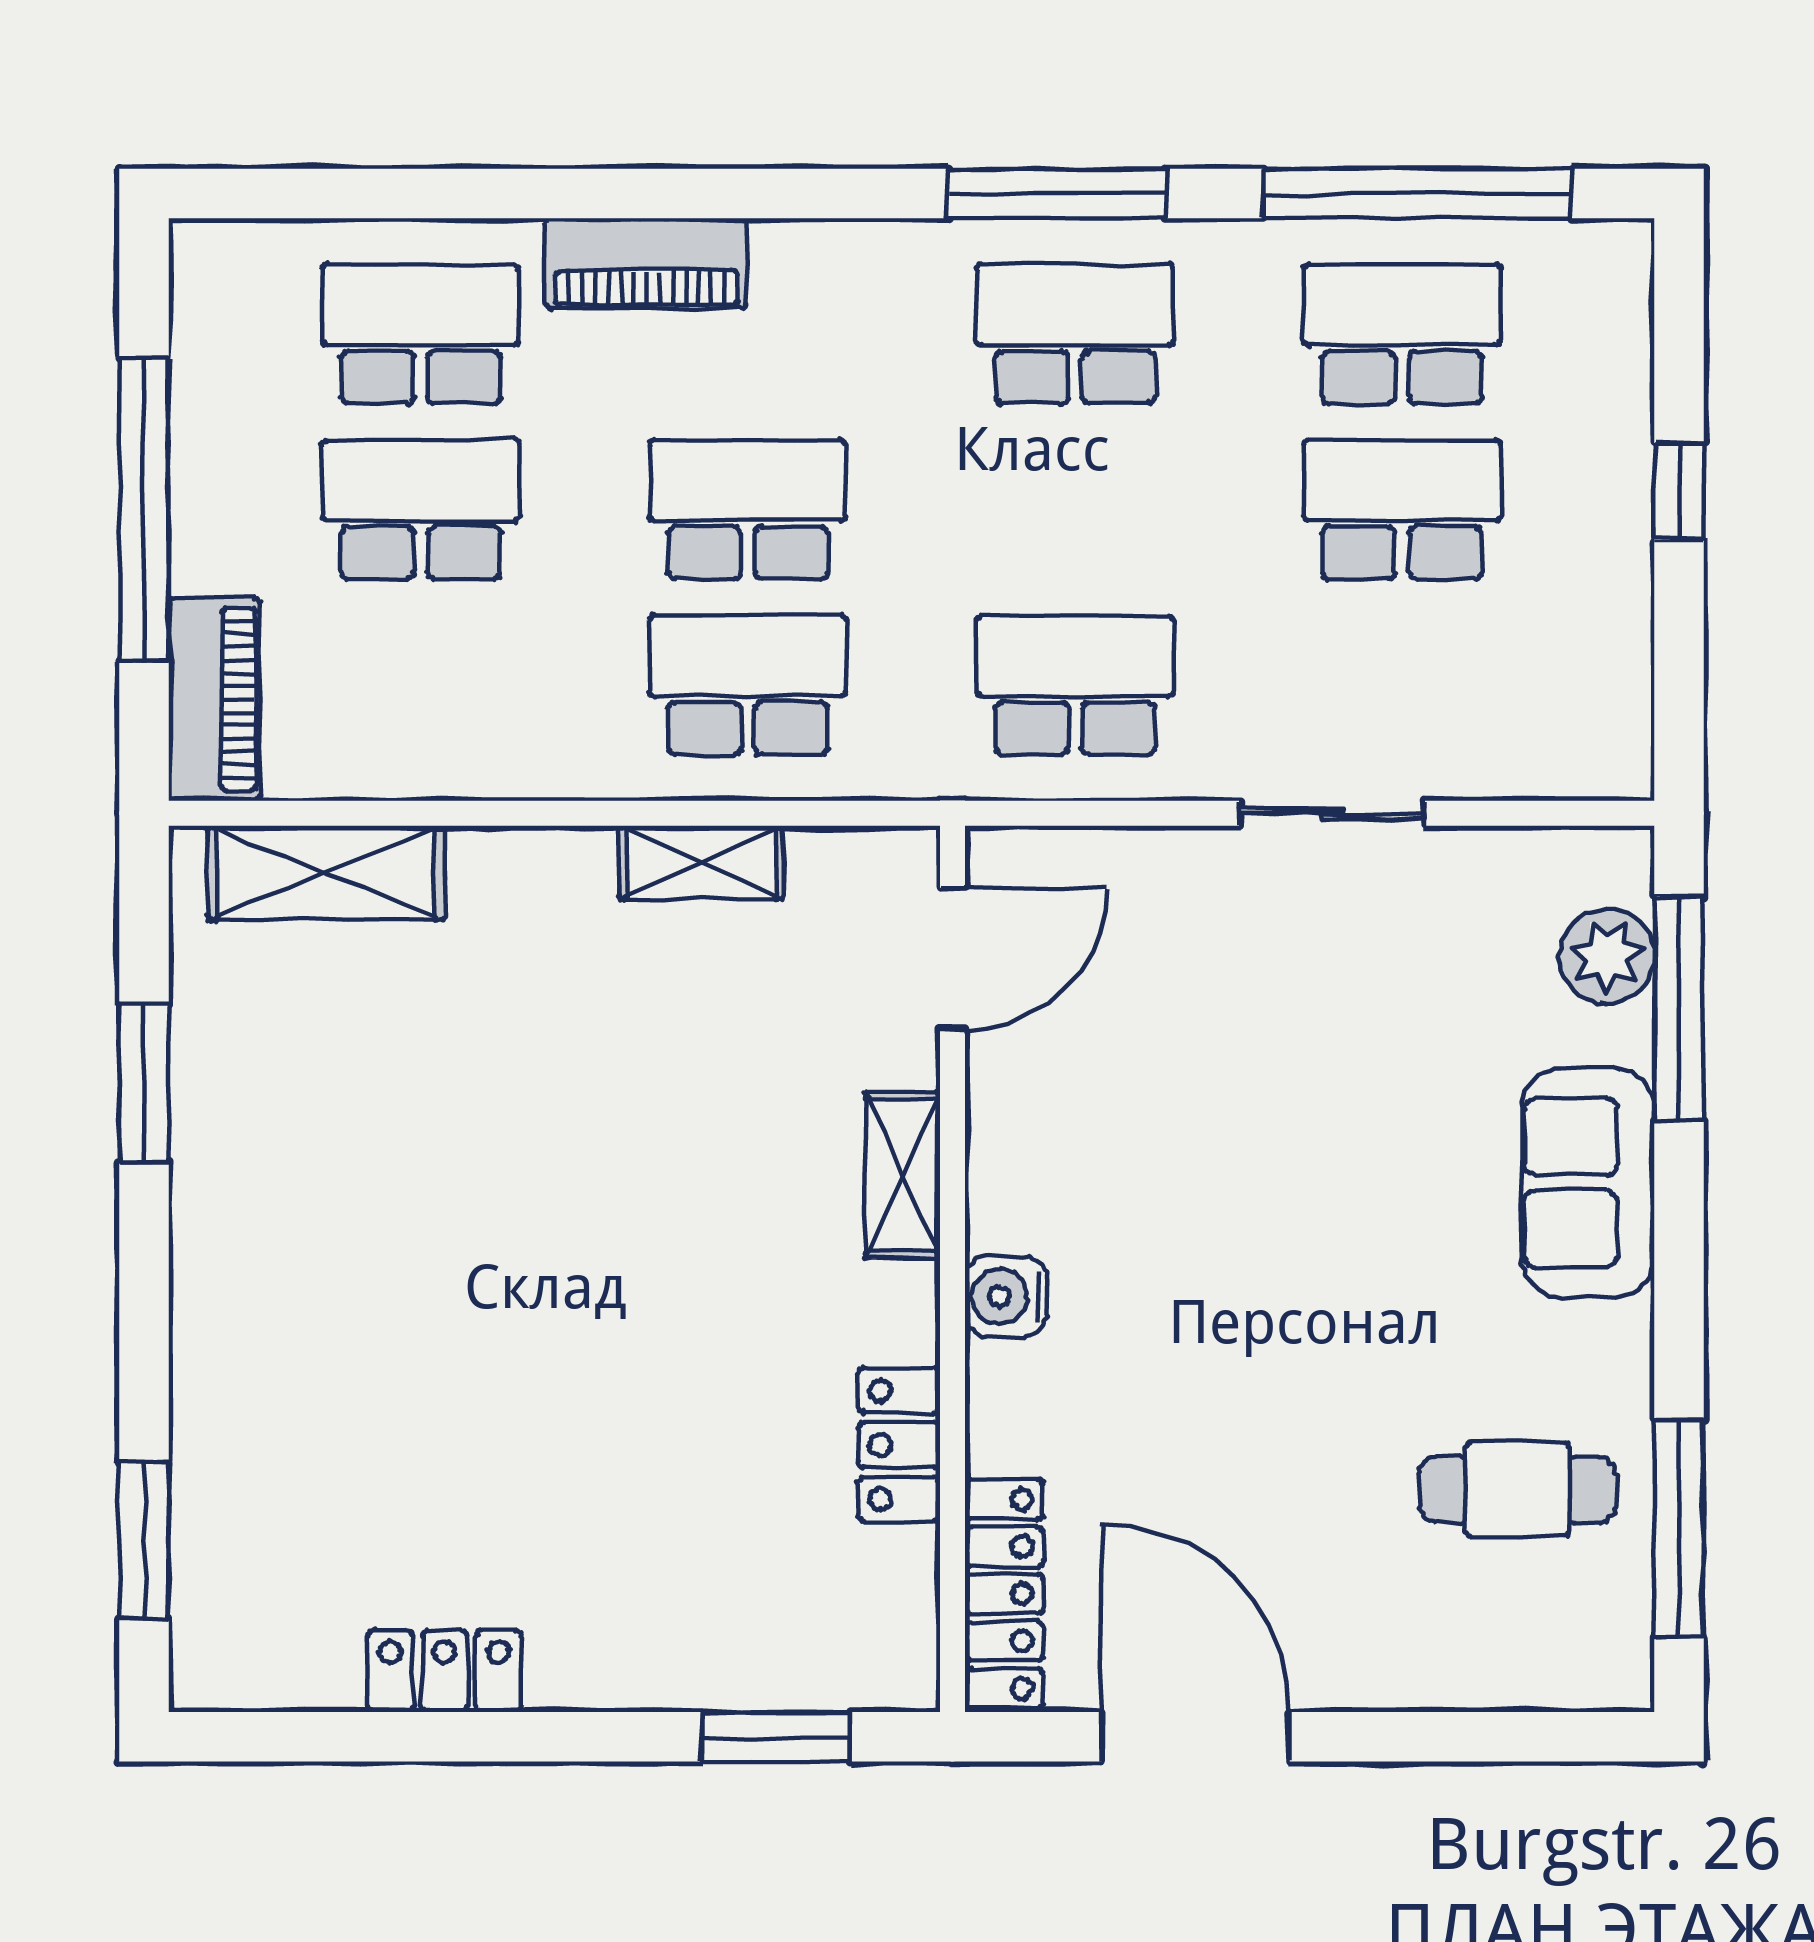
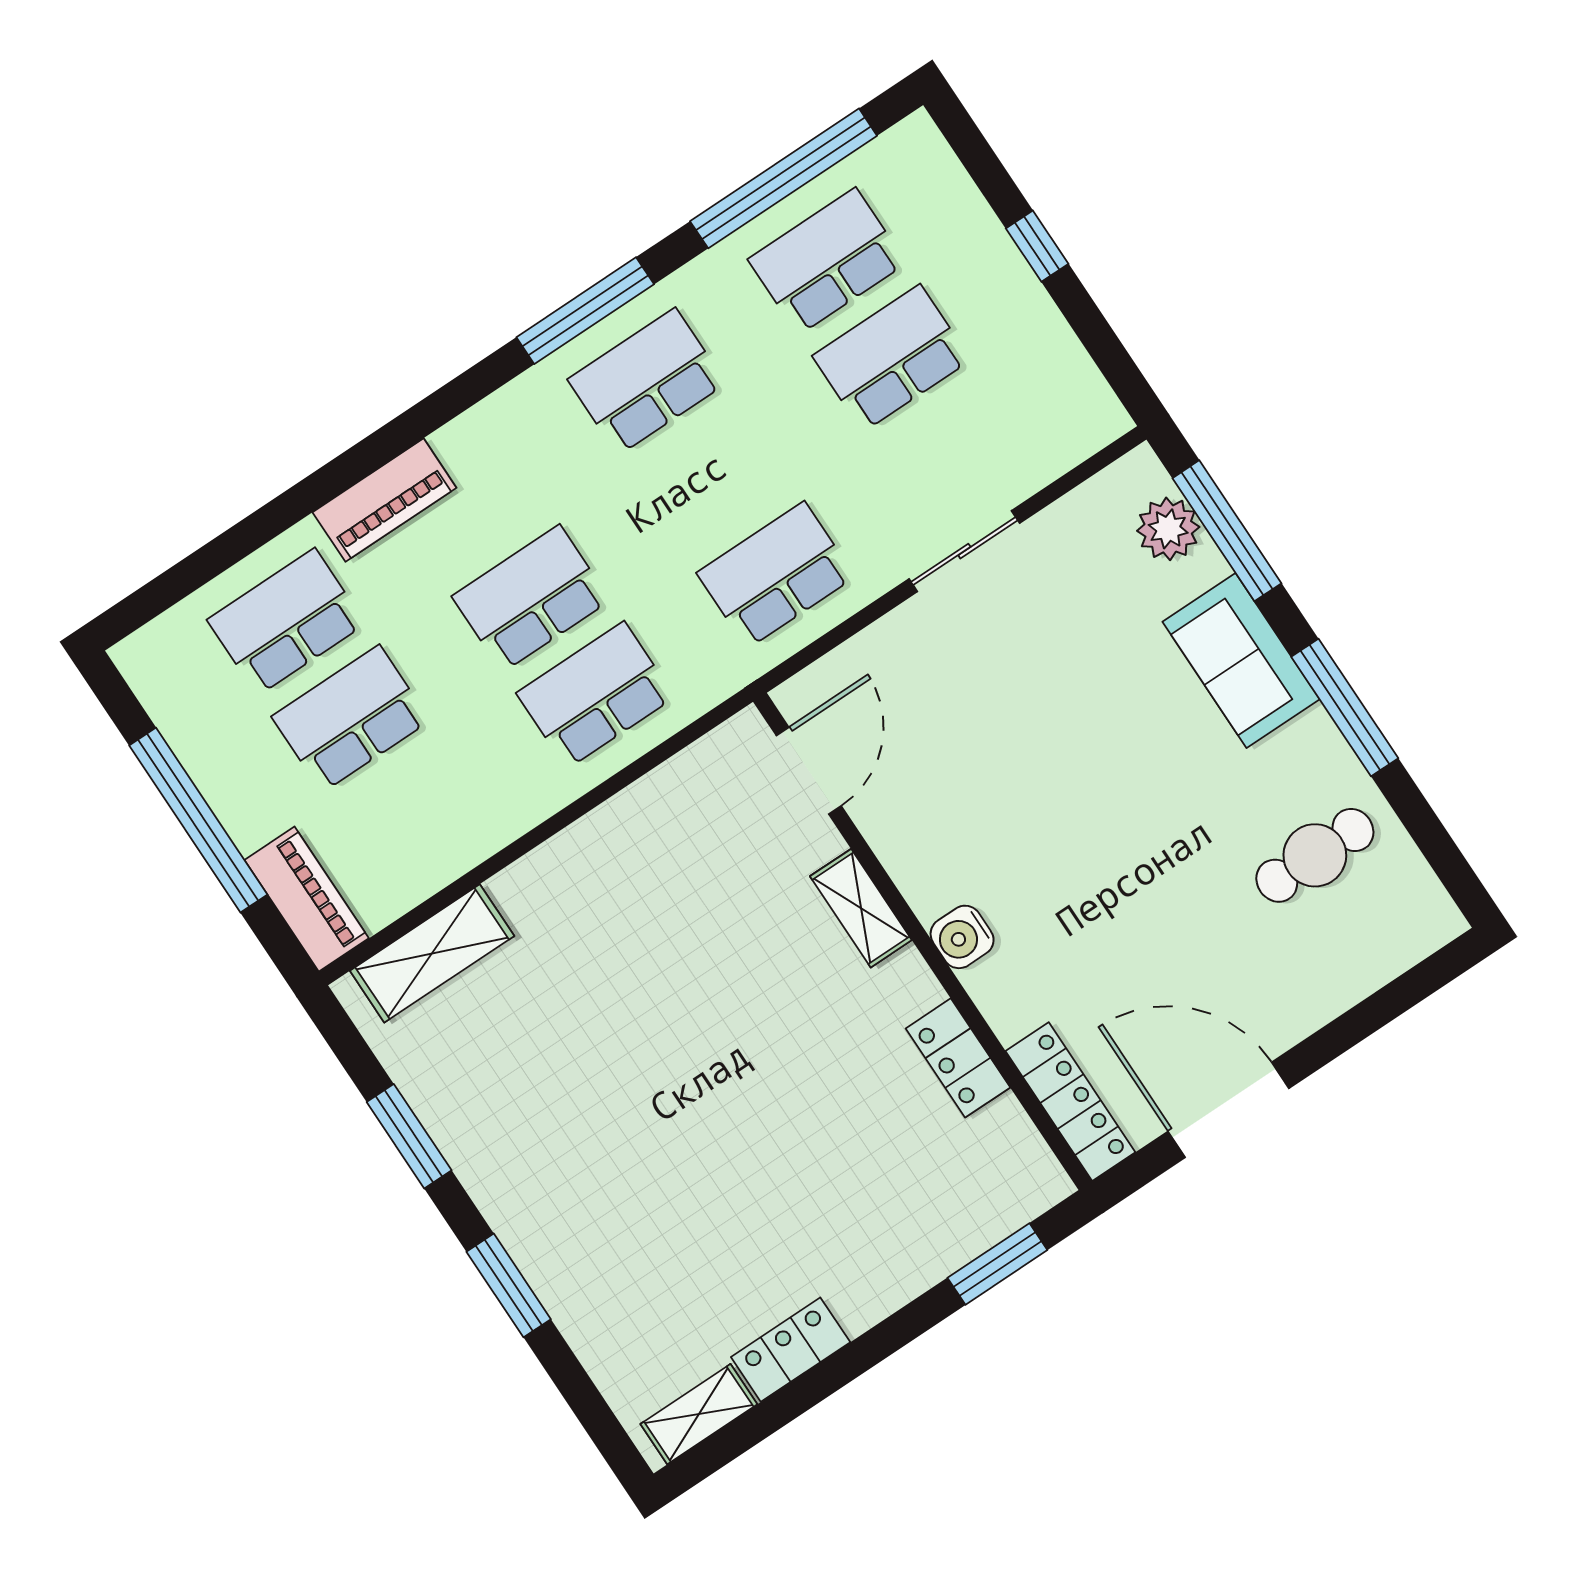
shelving: (701, 862) -> (699, 1414), moved
window: (1679, 1528) -> (1345, 707), moved
window: (144, 1540) -> (509, 1285), moved

